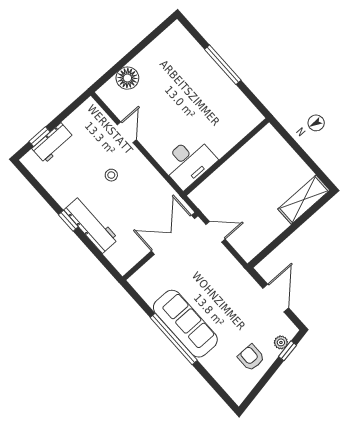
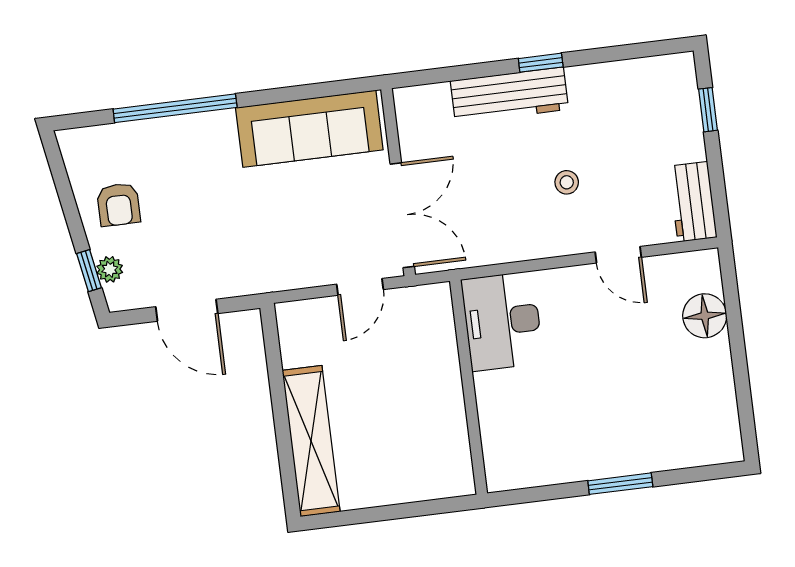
window: (223, 65) -> (620, 484), width x0.69
workbench: (53, 143) -> (693, 202), moved
shelving: (304, 200) -> (311, 441), width x1.47
sofa: (185, 324) -> (309, 129), moved
window: (174, 339) -> (175, 108), moved
armchair: (251, 358) -> (119, 205), turned 90

